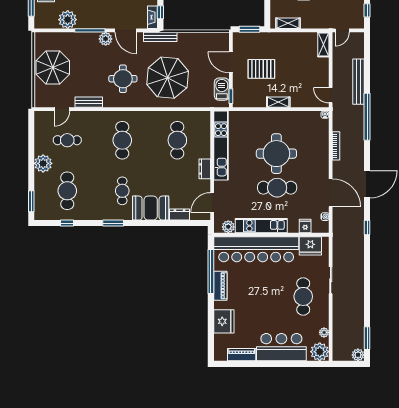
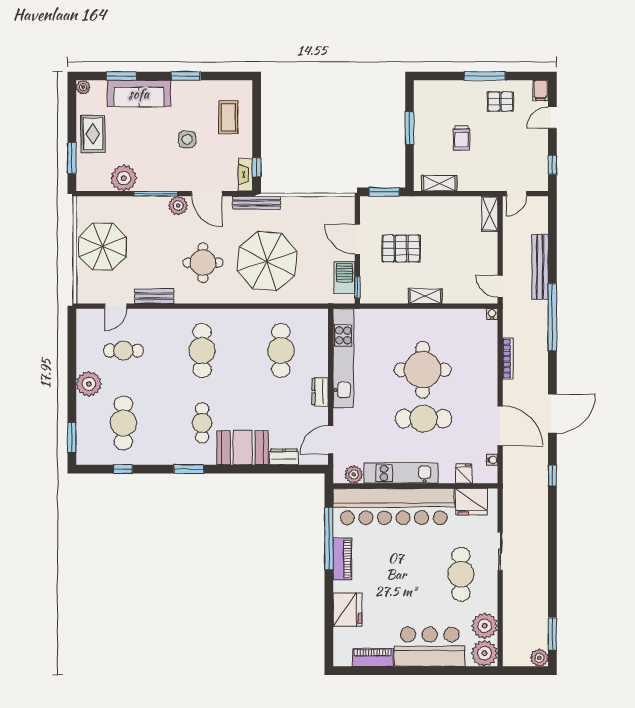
plant: (324, 332) -> (485, 626), width x1.88, depth x1.88

